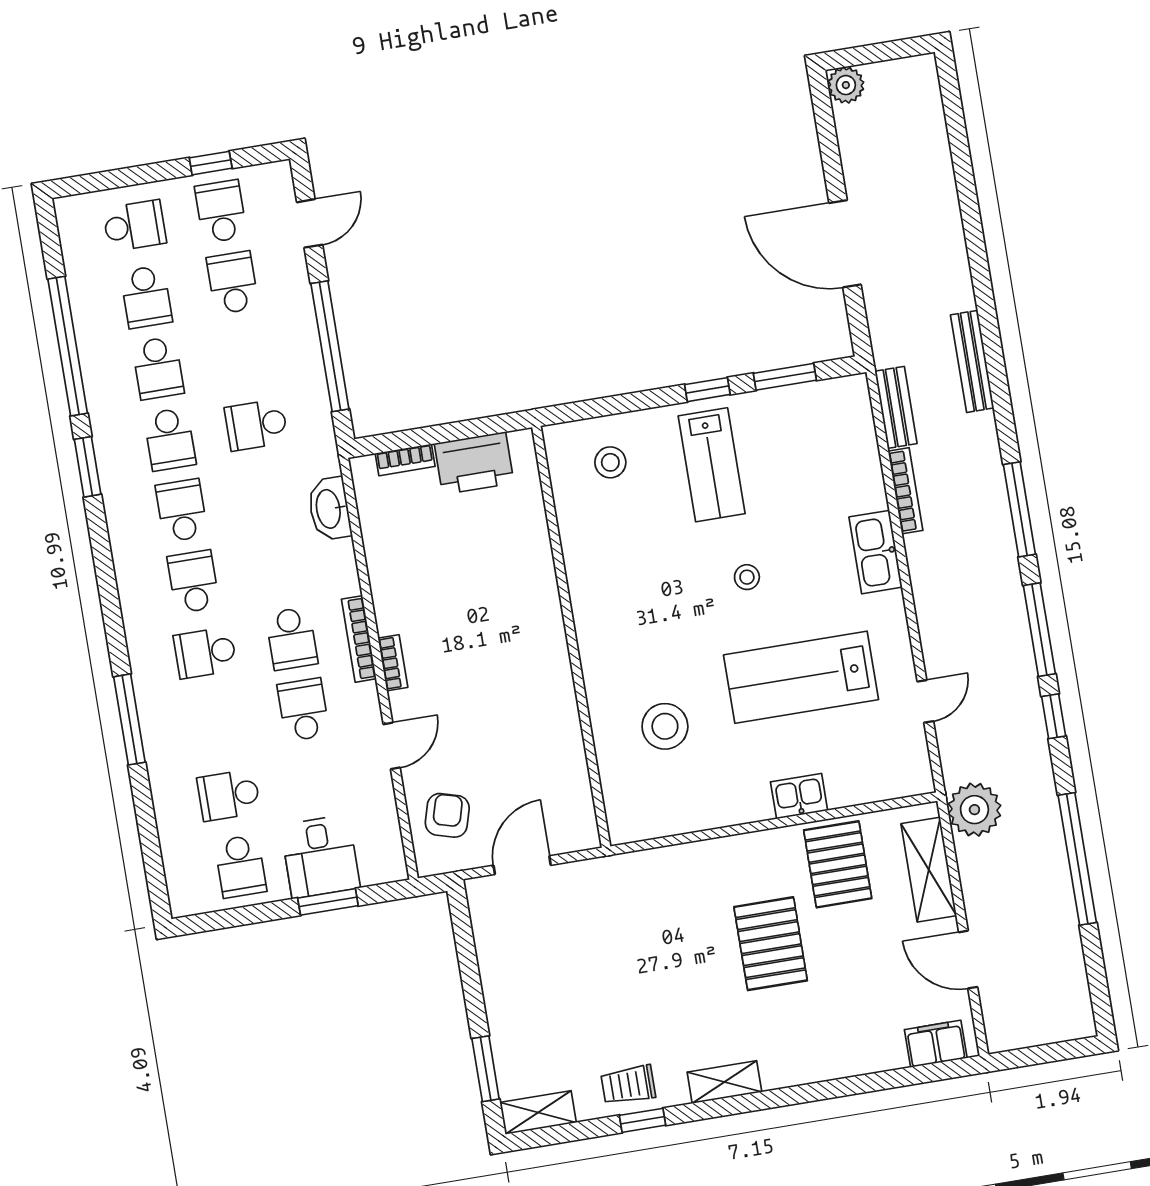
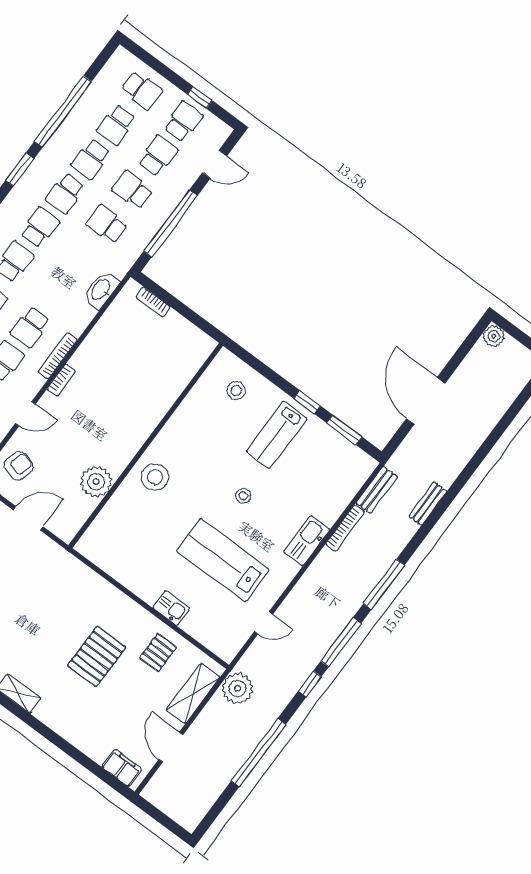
school desk: (244, 354) -> (132, 190), added
bench: (972, 361) -> (428, 504), width x0.73
printer: (474, 463) -> (180, 333), removed
stool: (665, 726) -> (155, 477), moved
plant: (557, 740) -> (96, 482), added
pallet: (838, 864) -> (158, 652), width x0.67, depth x0.71

